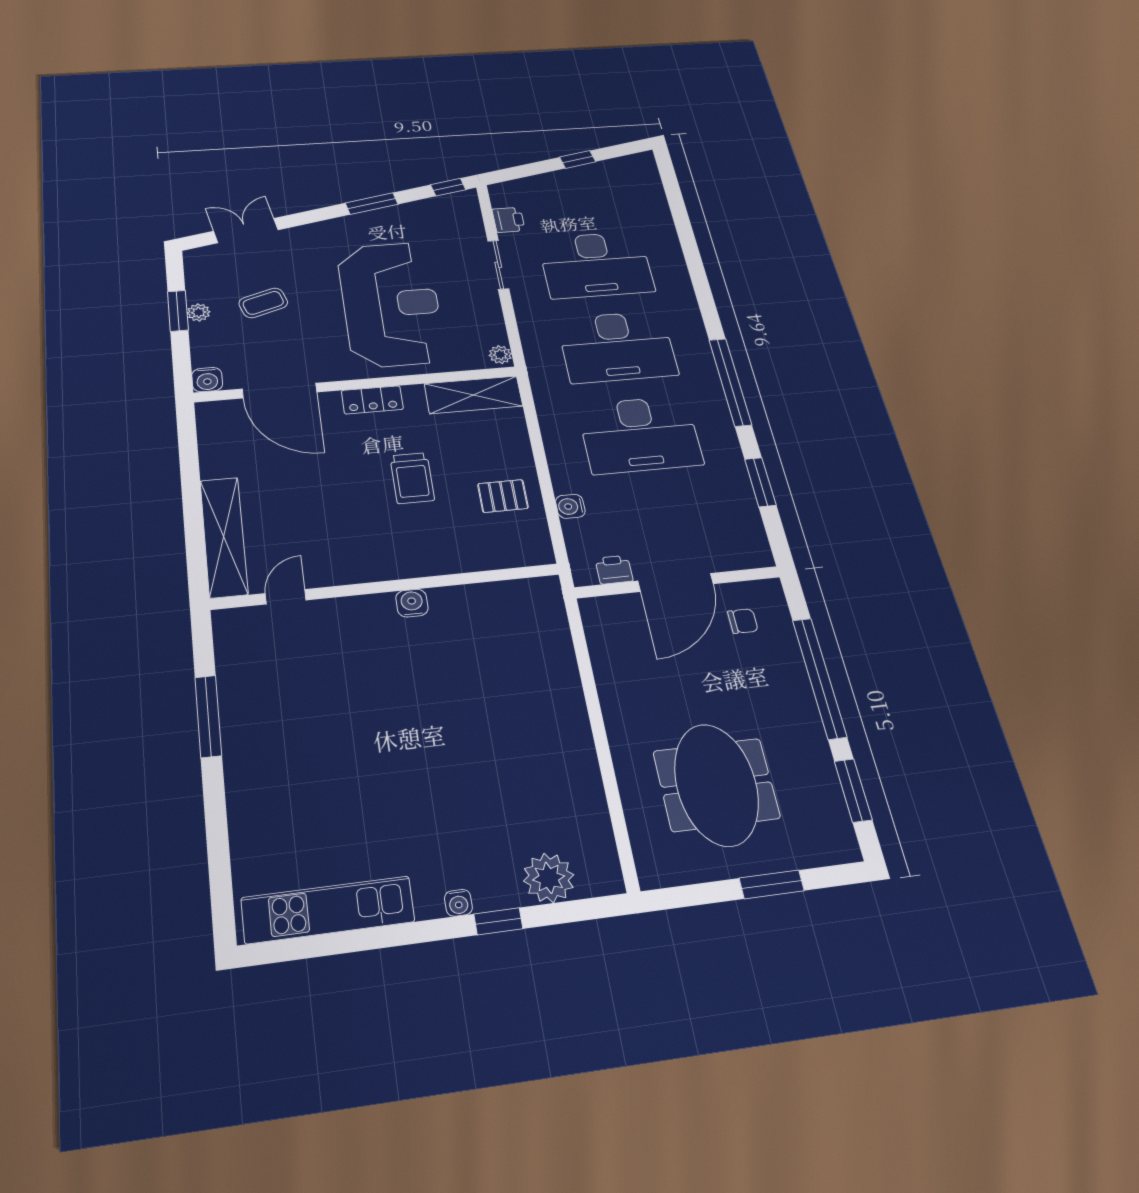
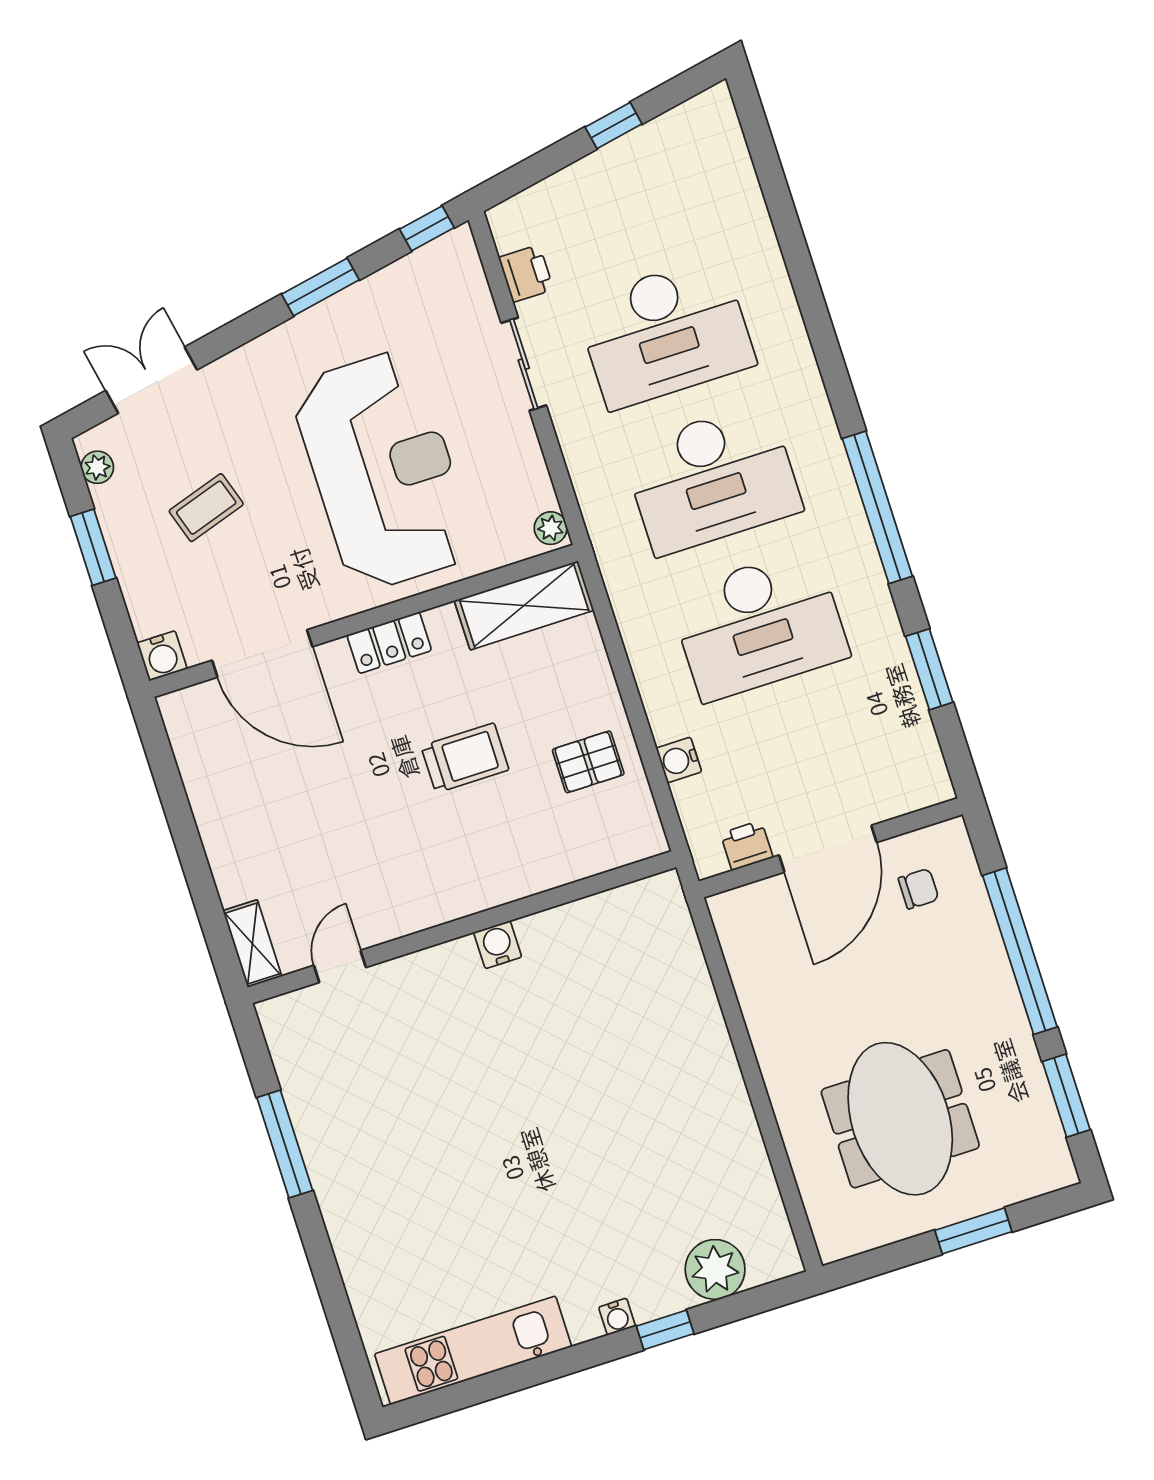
plant: (199, 312) -> (97, 467), moved
trolley: (412, 478) -> (465, 758), turned -90
shelving: (224, 537) -> (252, 944), width x0.45, depth x0.75

